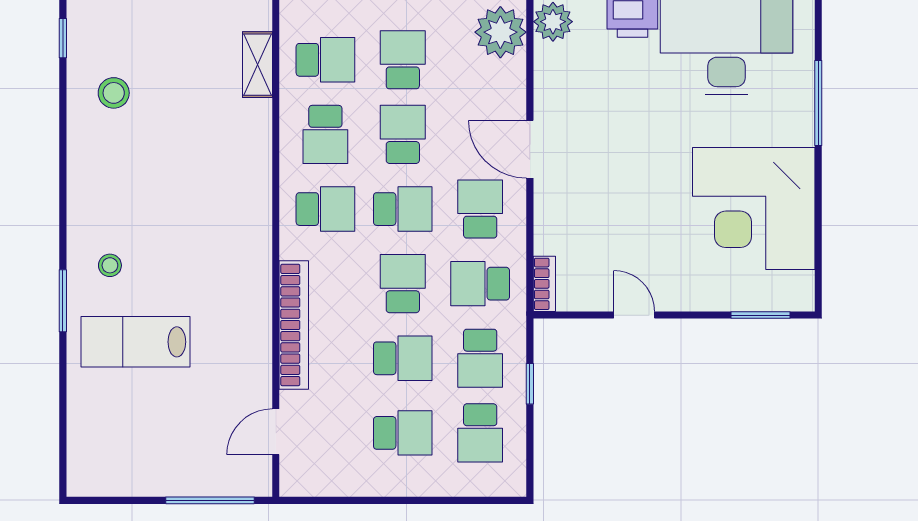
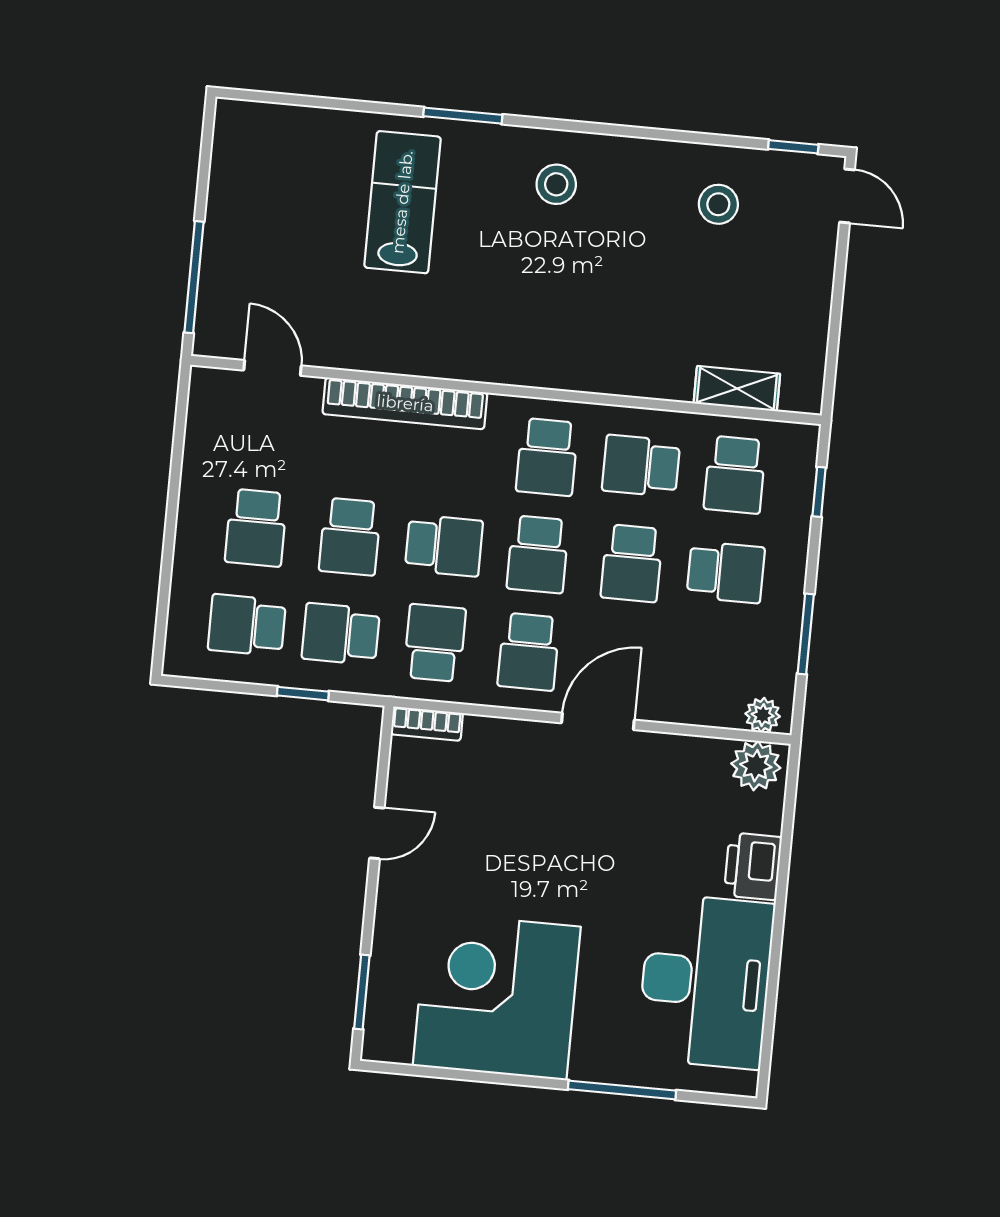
plant: (500, 32) -> (763, 715), width x0.53, depth x0.53
school desk: (403, 134) -> (632, 563), turned 90
school desk: (480, 209) -> (529, 652), turned 90
stool: (110, 265) -> (556, 184), moved, width x1.37, depth x1.37

